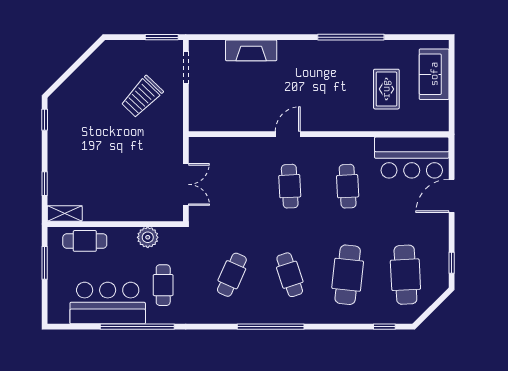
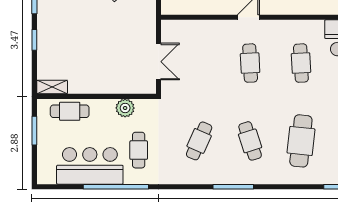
window: (45, 184) -> (34, 40), moved
window: (271, 327) -> (233, 187), width x0.68

